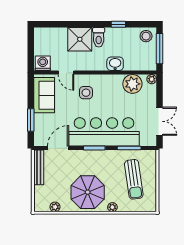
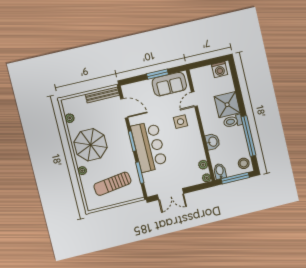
window: (118, 24) -> (248, 136), width x3.17
washing machine: (43, 63) -> (220, 70), moved, turned 90
bidet: (148, 63) -> (220, 171), added
plant: (132, 84) -> (203, 165), width x0.53, depth x0.53
window: (31, 120) -> (157, 74), moved
bar counter: (104, 132) -> (149, 146), width x0.73

